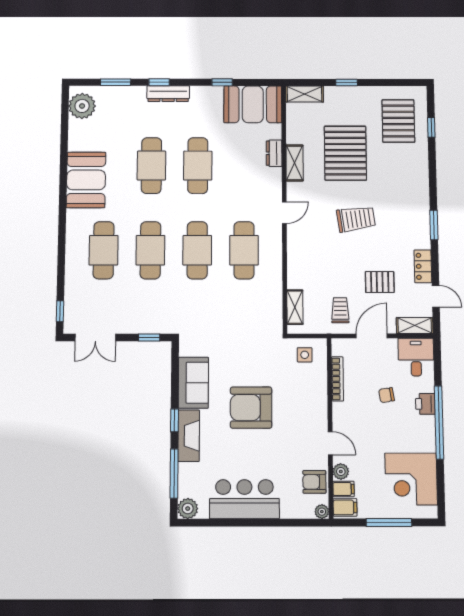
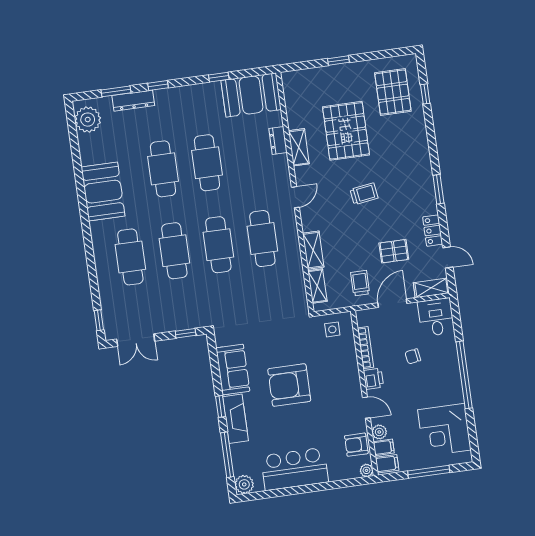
dresser: (168, 94) -> (133, 101), moved
shelving: (305, 94) -> (313, 250), moved, turned 90
trolley: (356, 219) -> (364, 194), width x0.73, depth x0.72
printer: (425, 404) -> (373, 379), moved, turned 180

